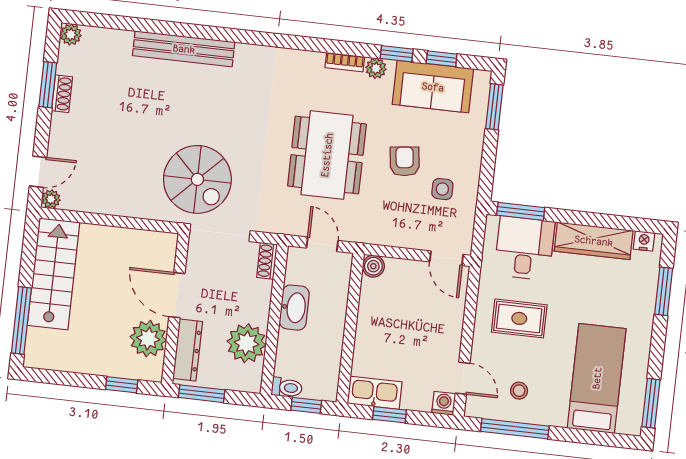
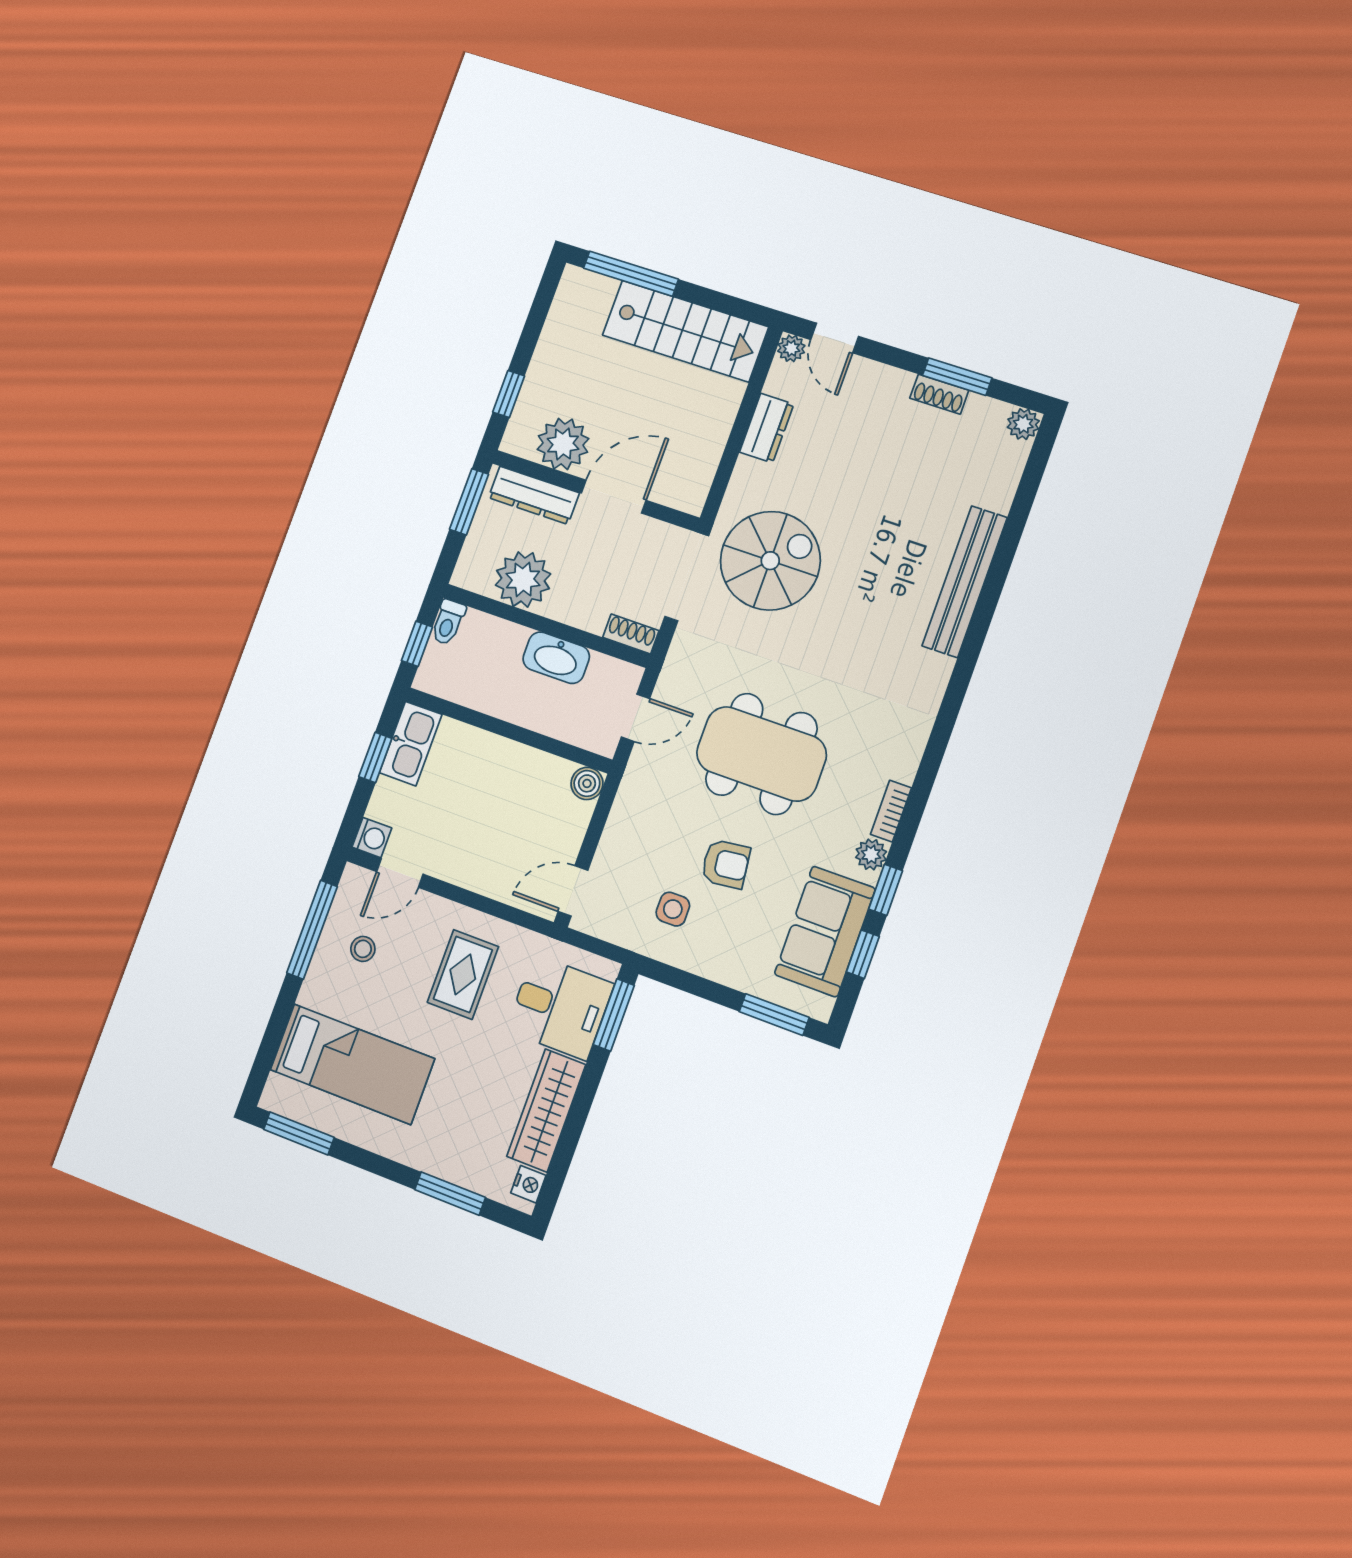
spiral stairs: (197, 179) -> (770, 561), turned 180
dresser: (109, 203) -> (767, 428), added

